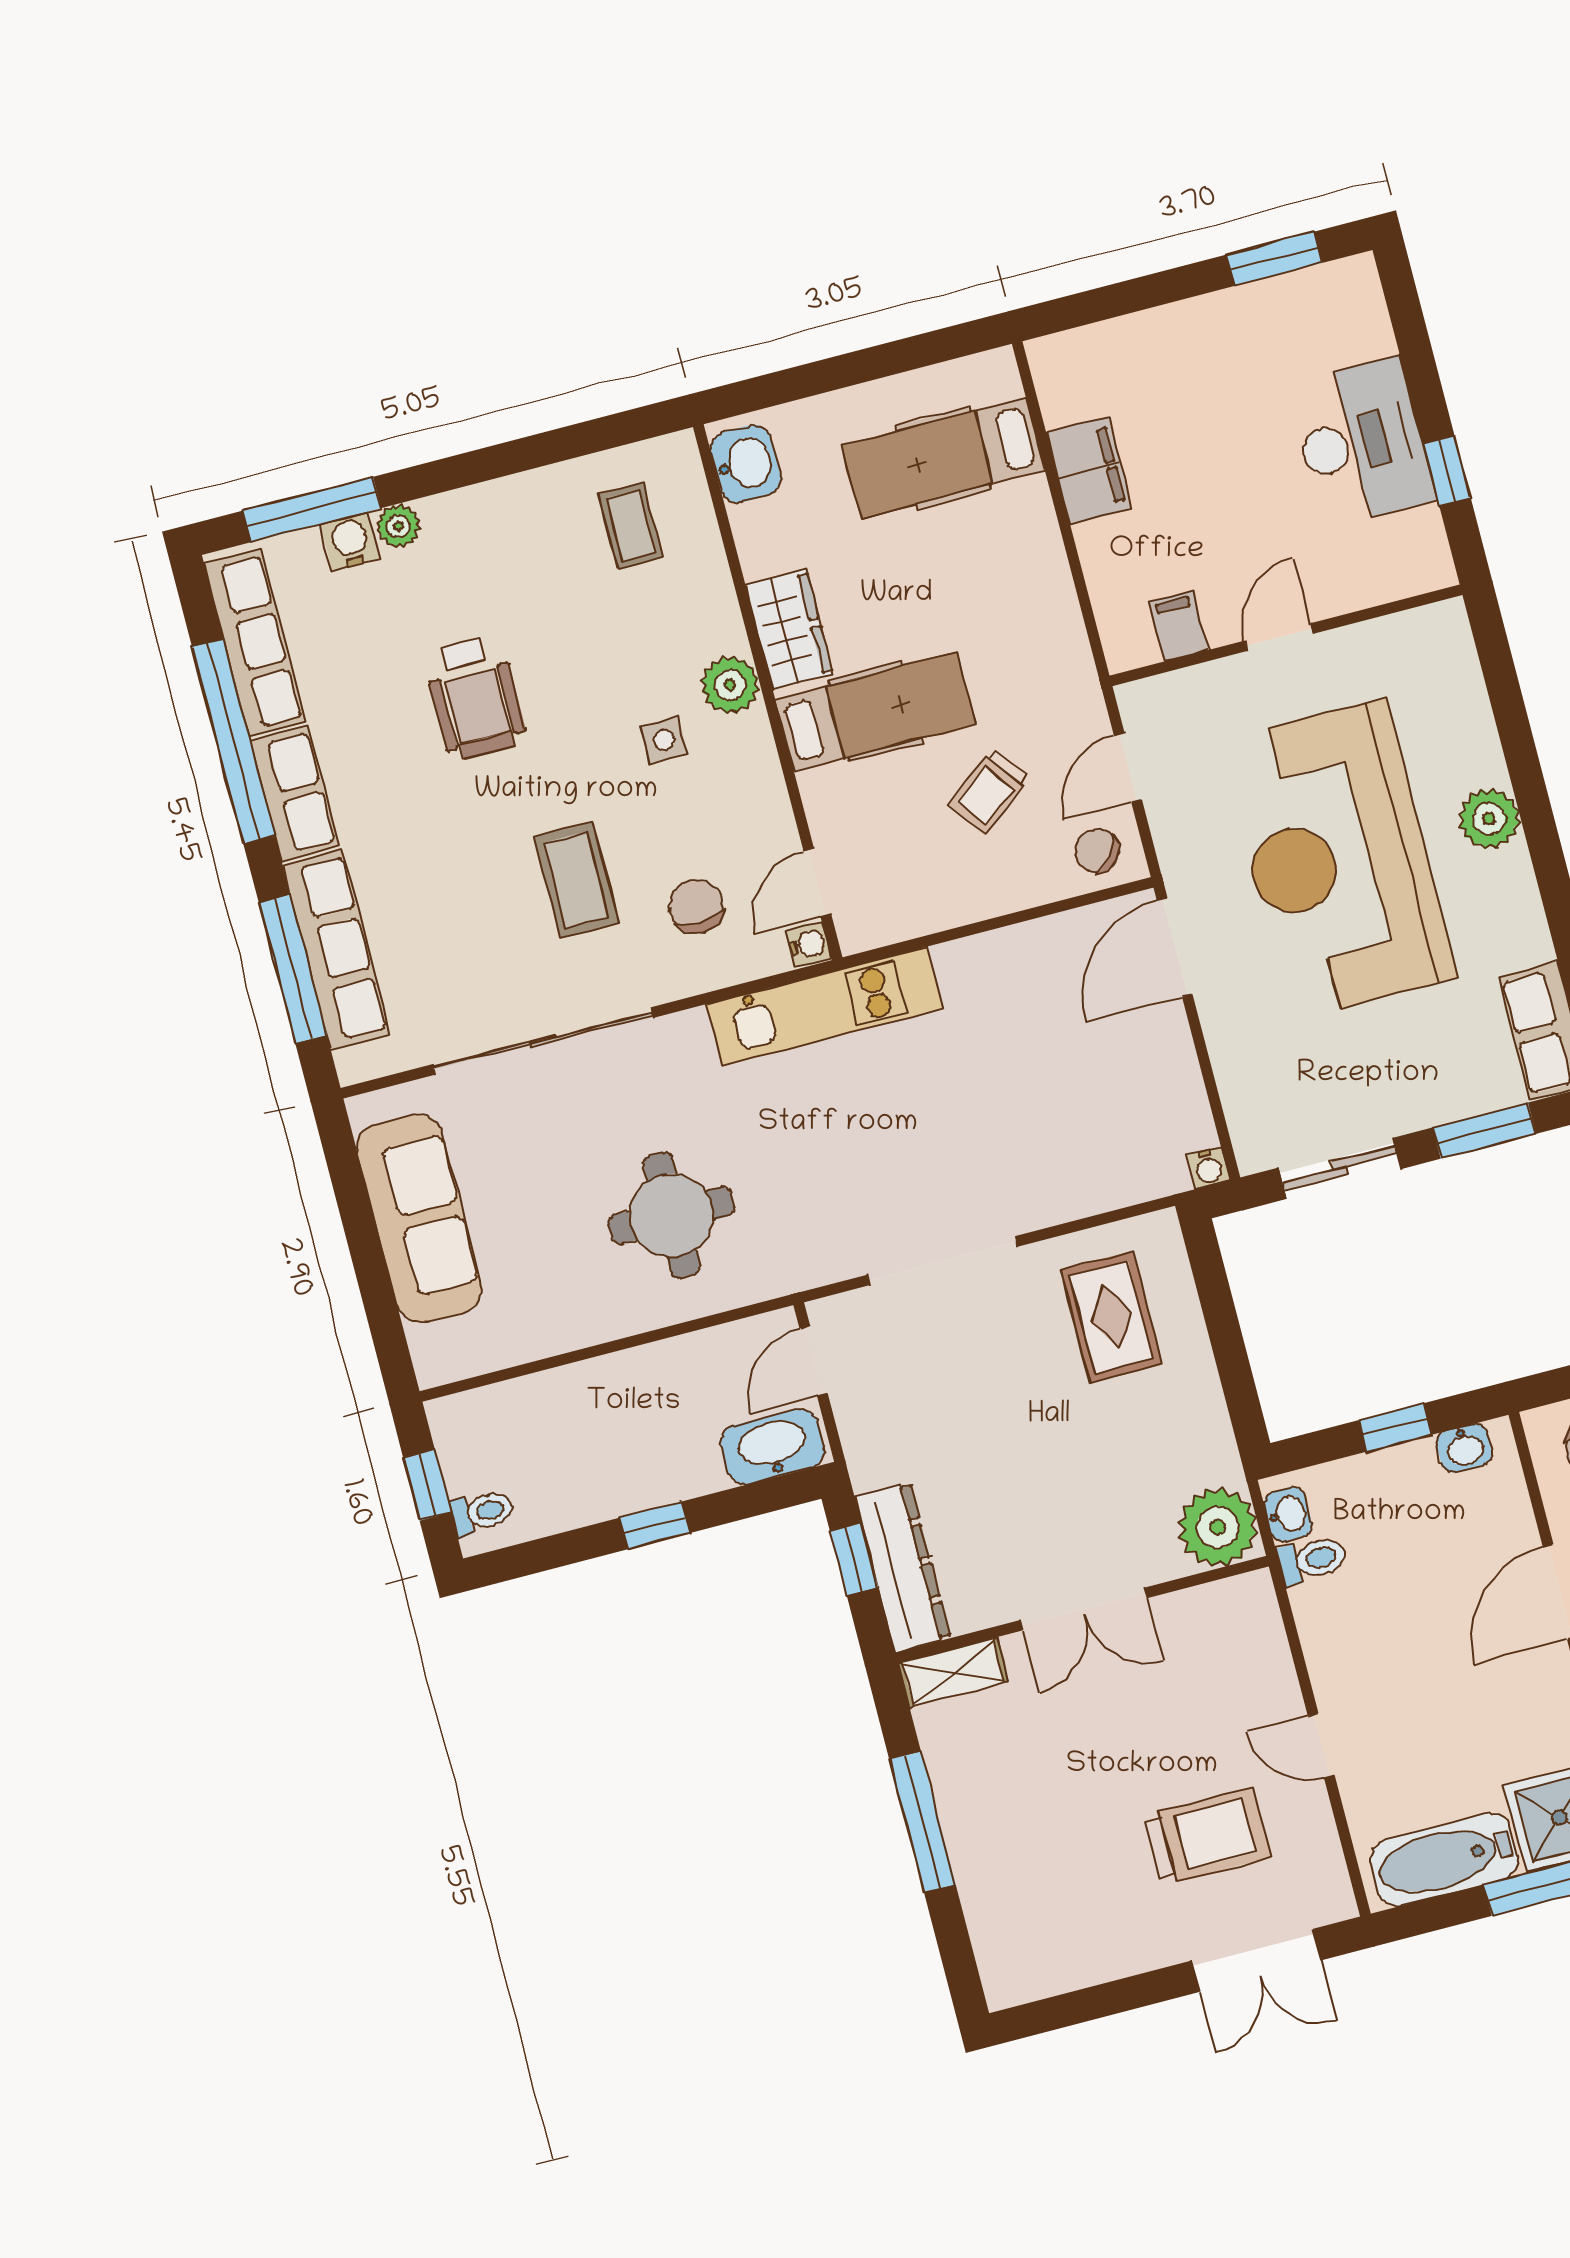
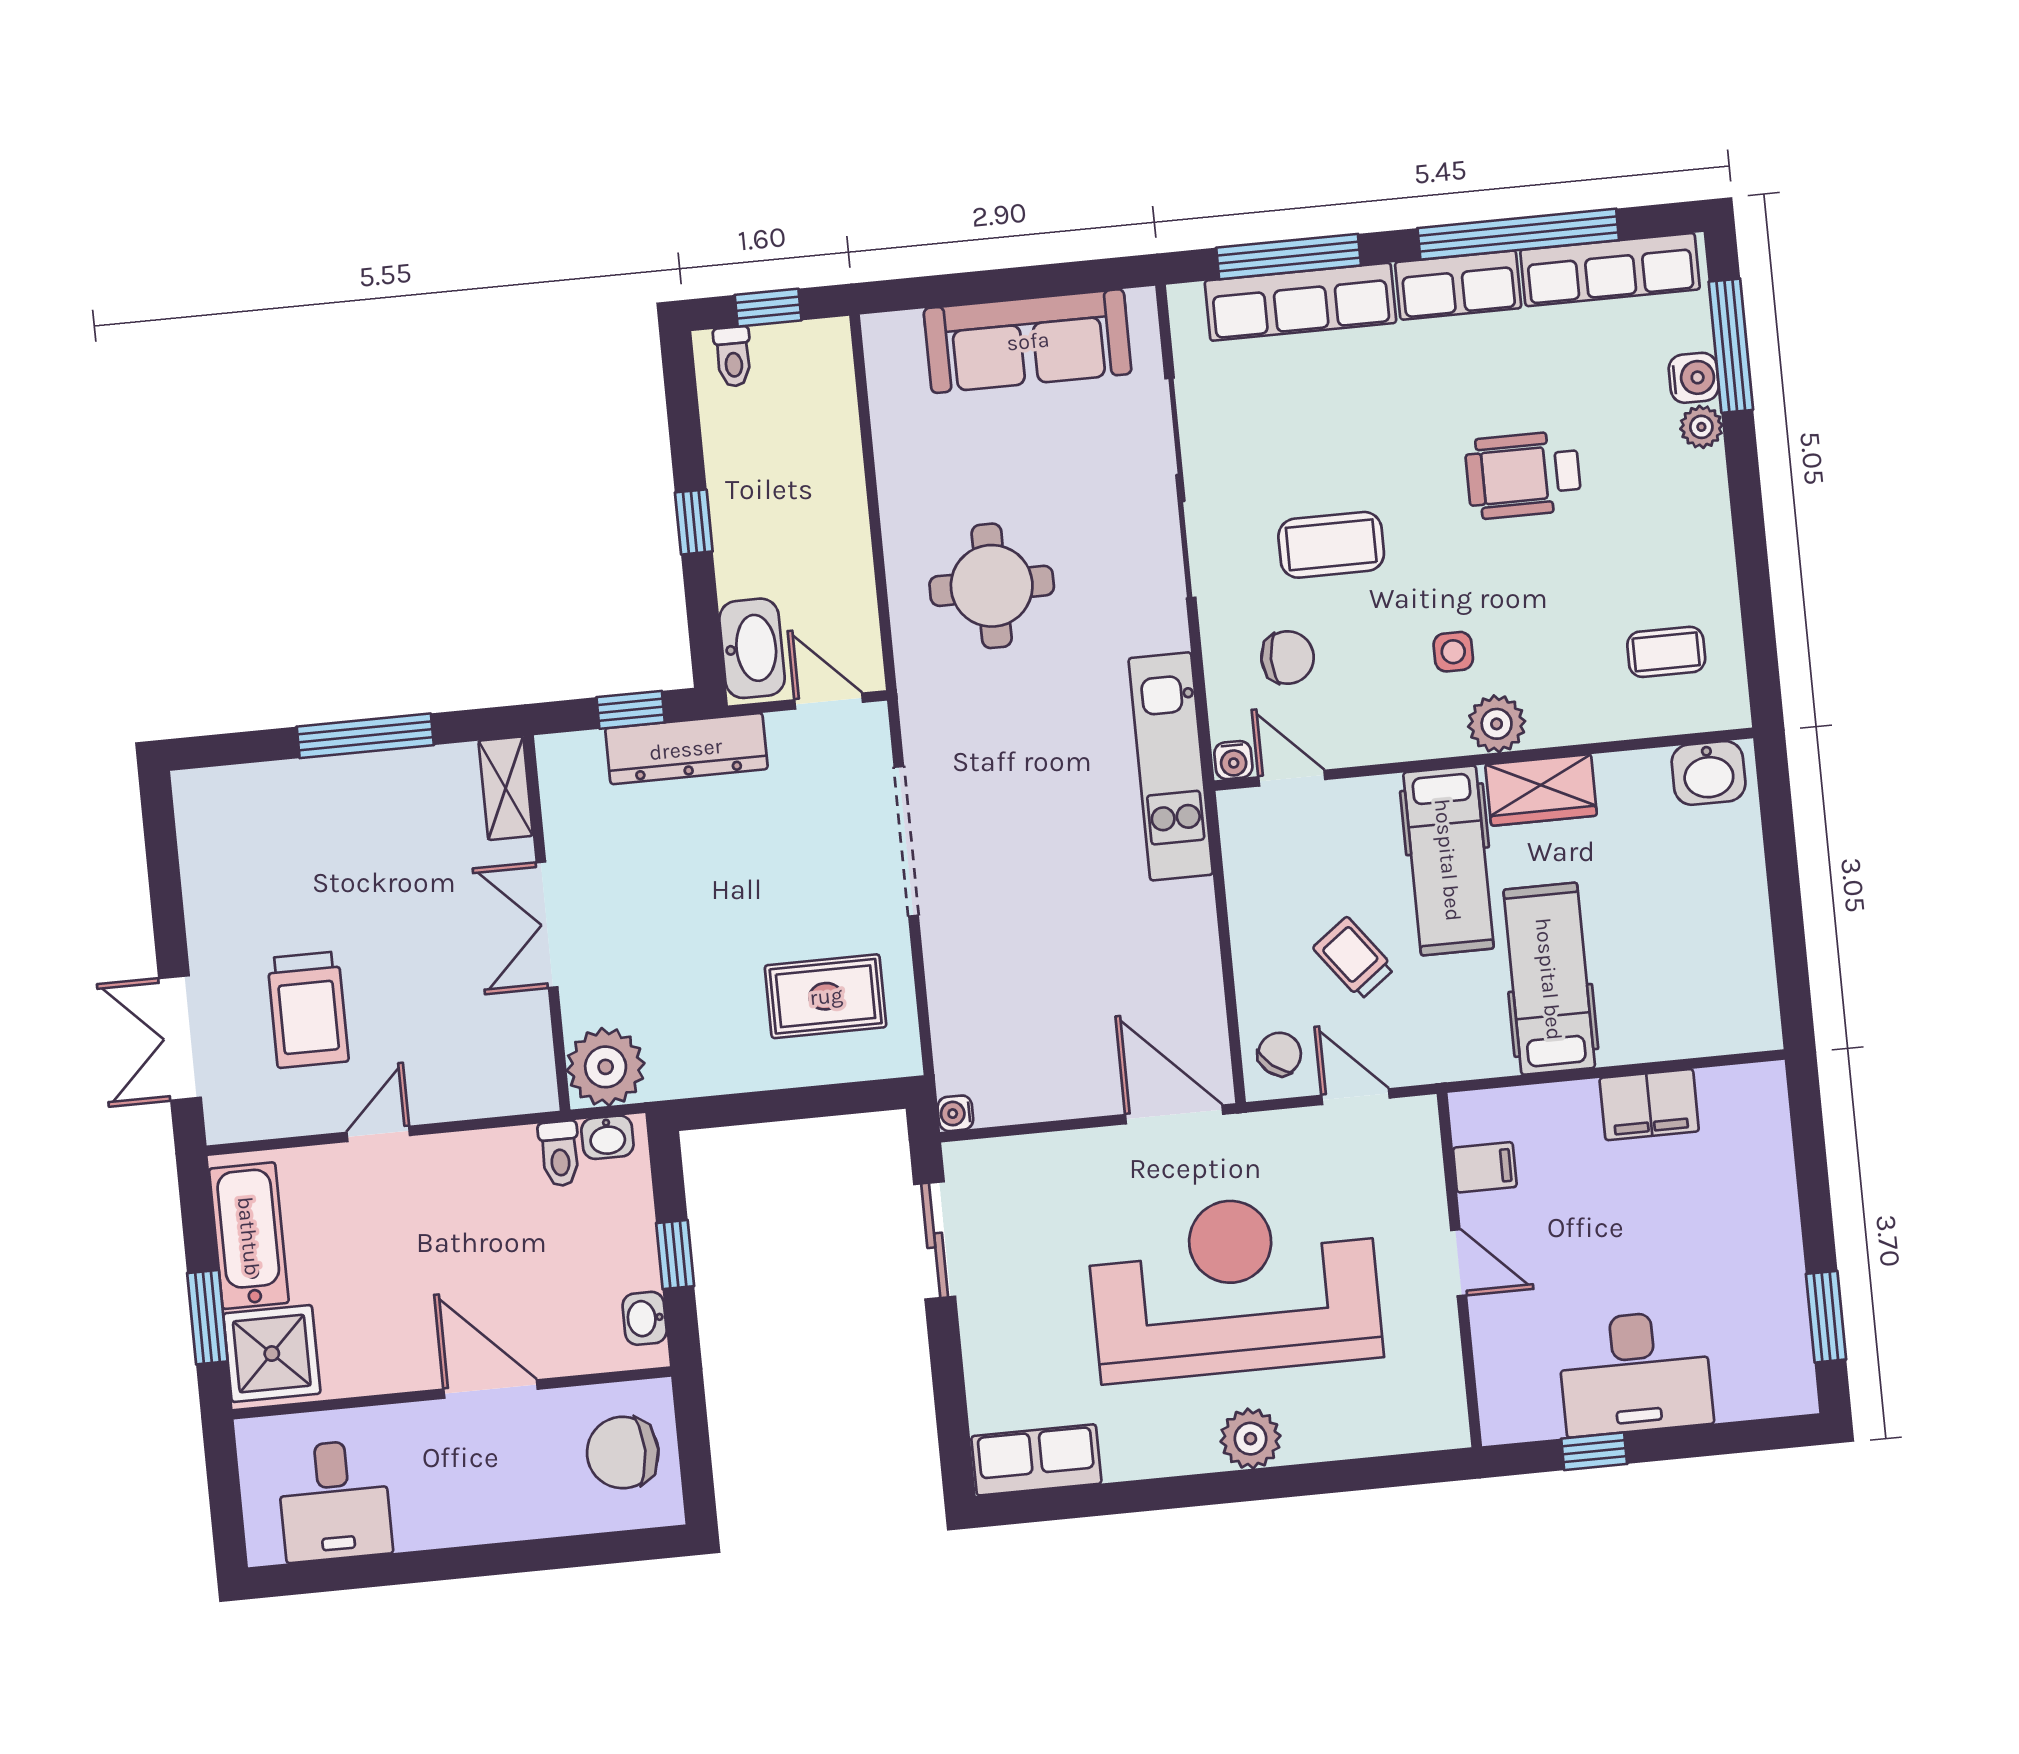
hospital bed: (943, 458) -> (1549, 979), moved
window: (1484, 1131) -> (949, 1386), removed
dresser: (903, 1567) -> (686, 749), moved

